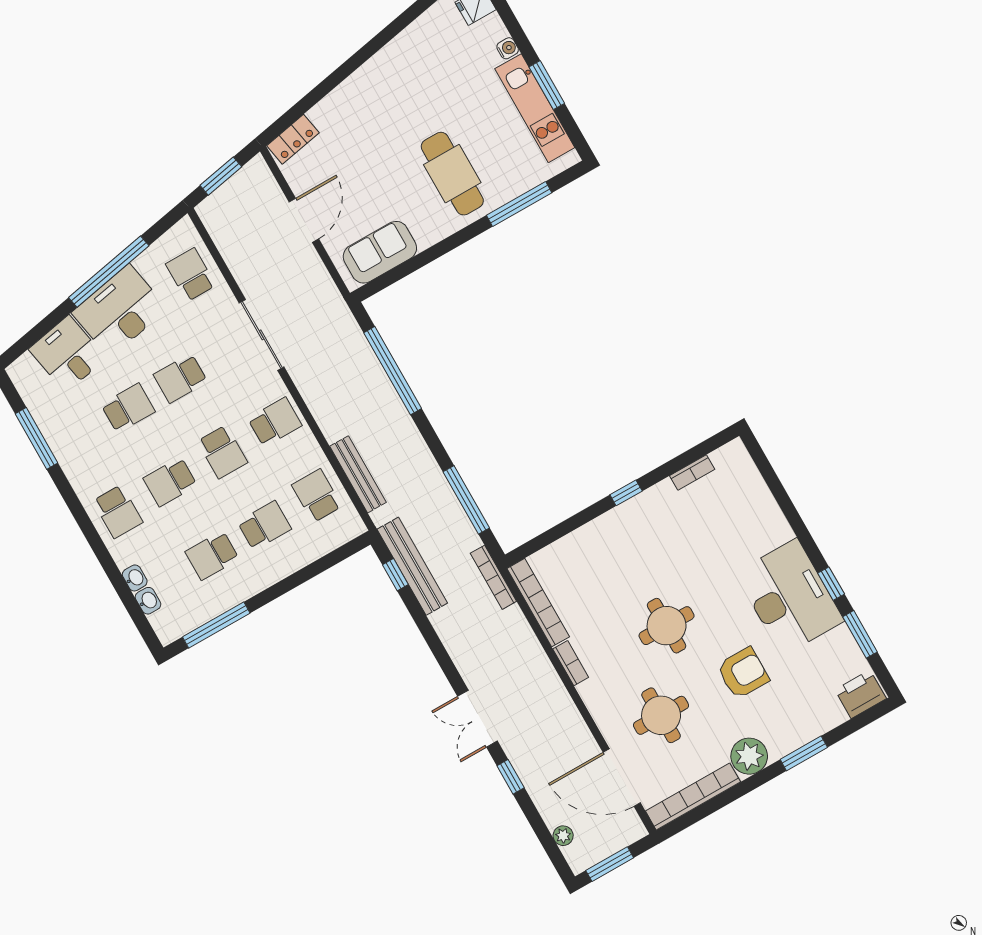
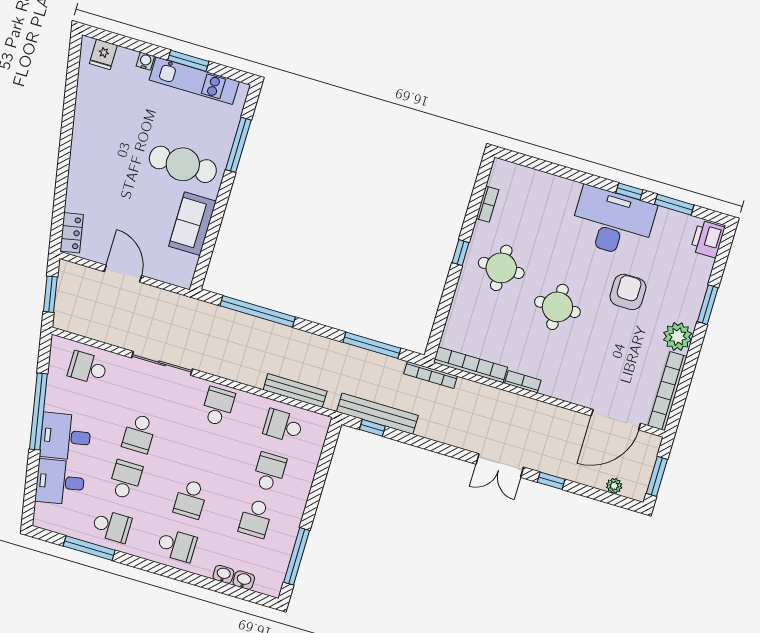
sofa: (380, 252) -> (192, 224), moved
desk: (120, 311) -> (66, 437), width x0.73
school desk: (222, 452) -> (112, 526), moved
round table: (661, 715) -> (501, 268), moved

